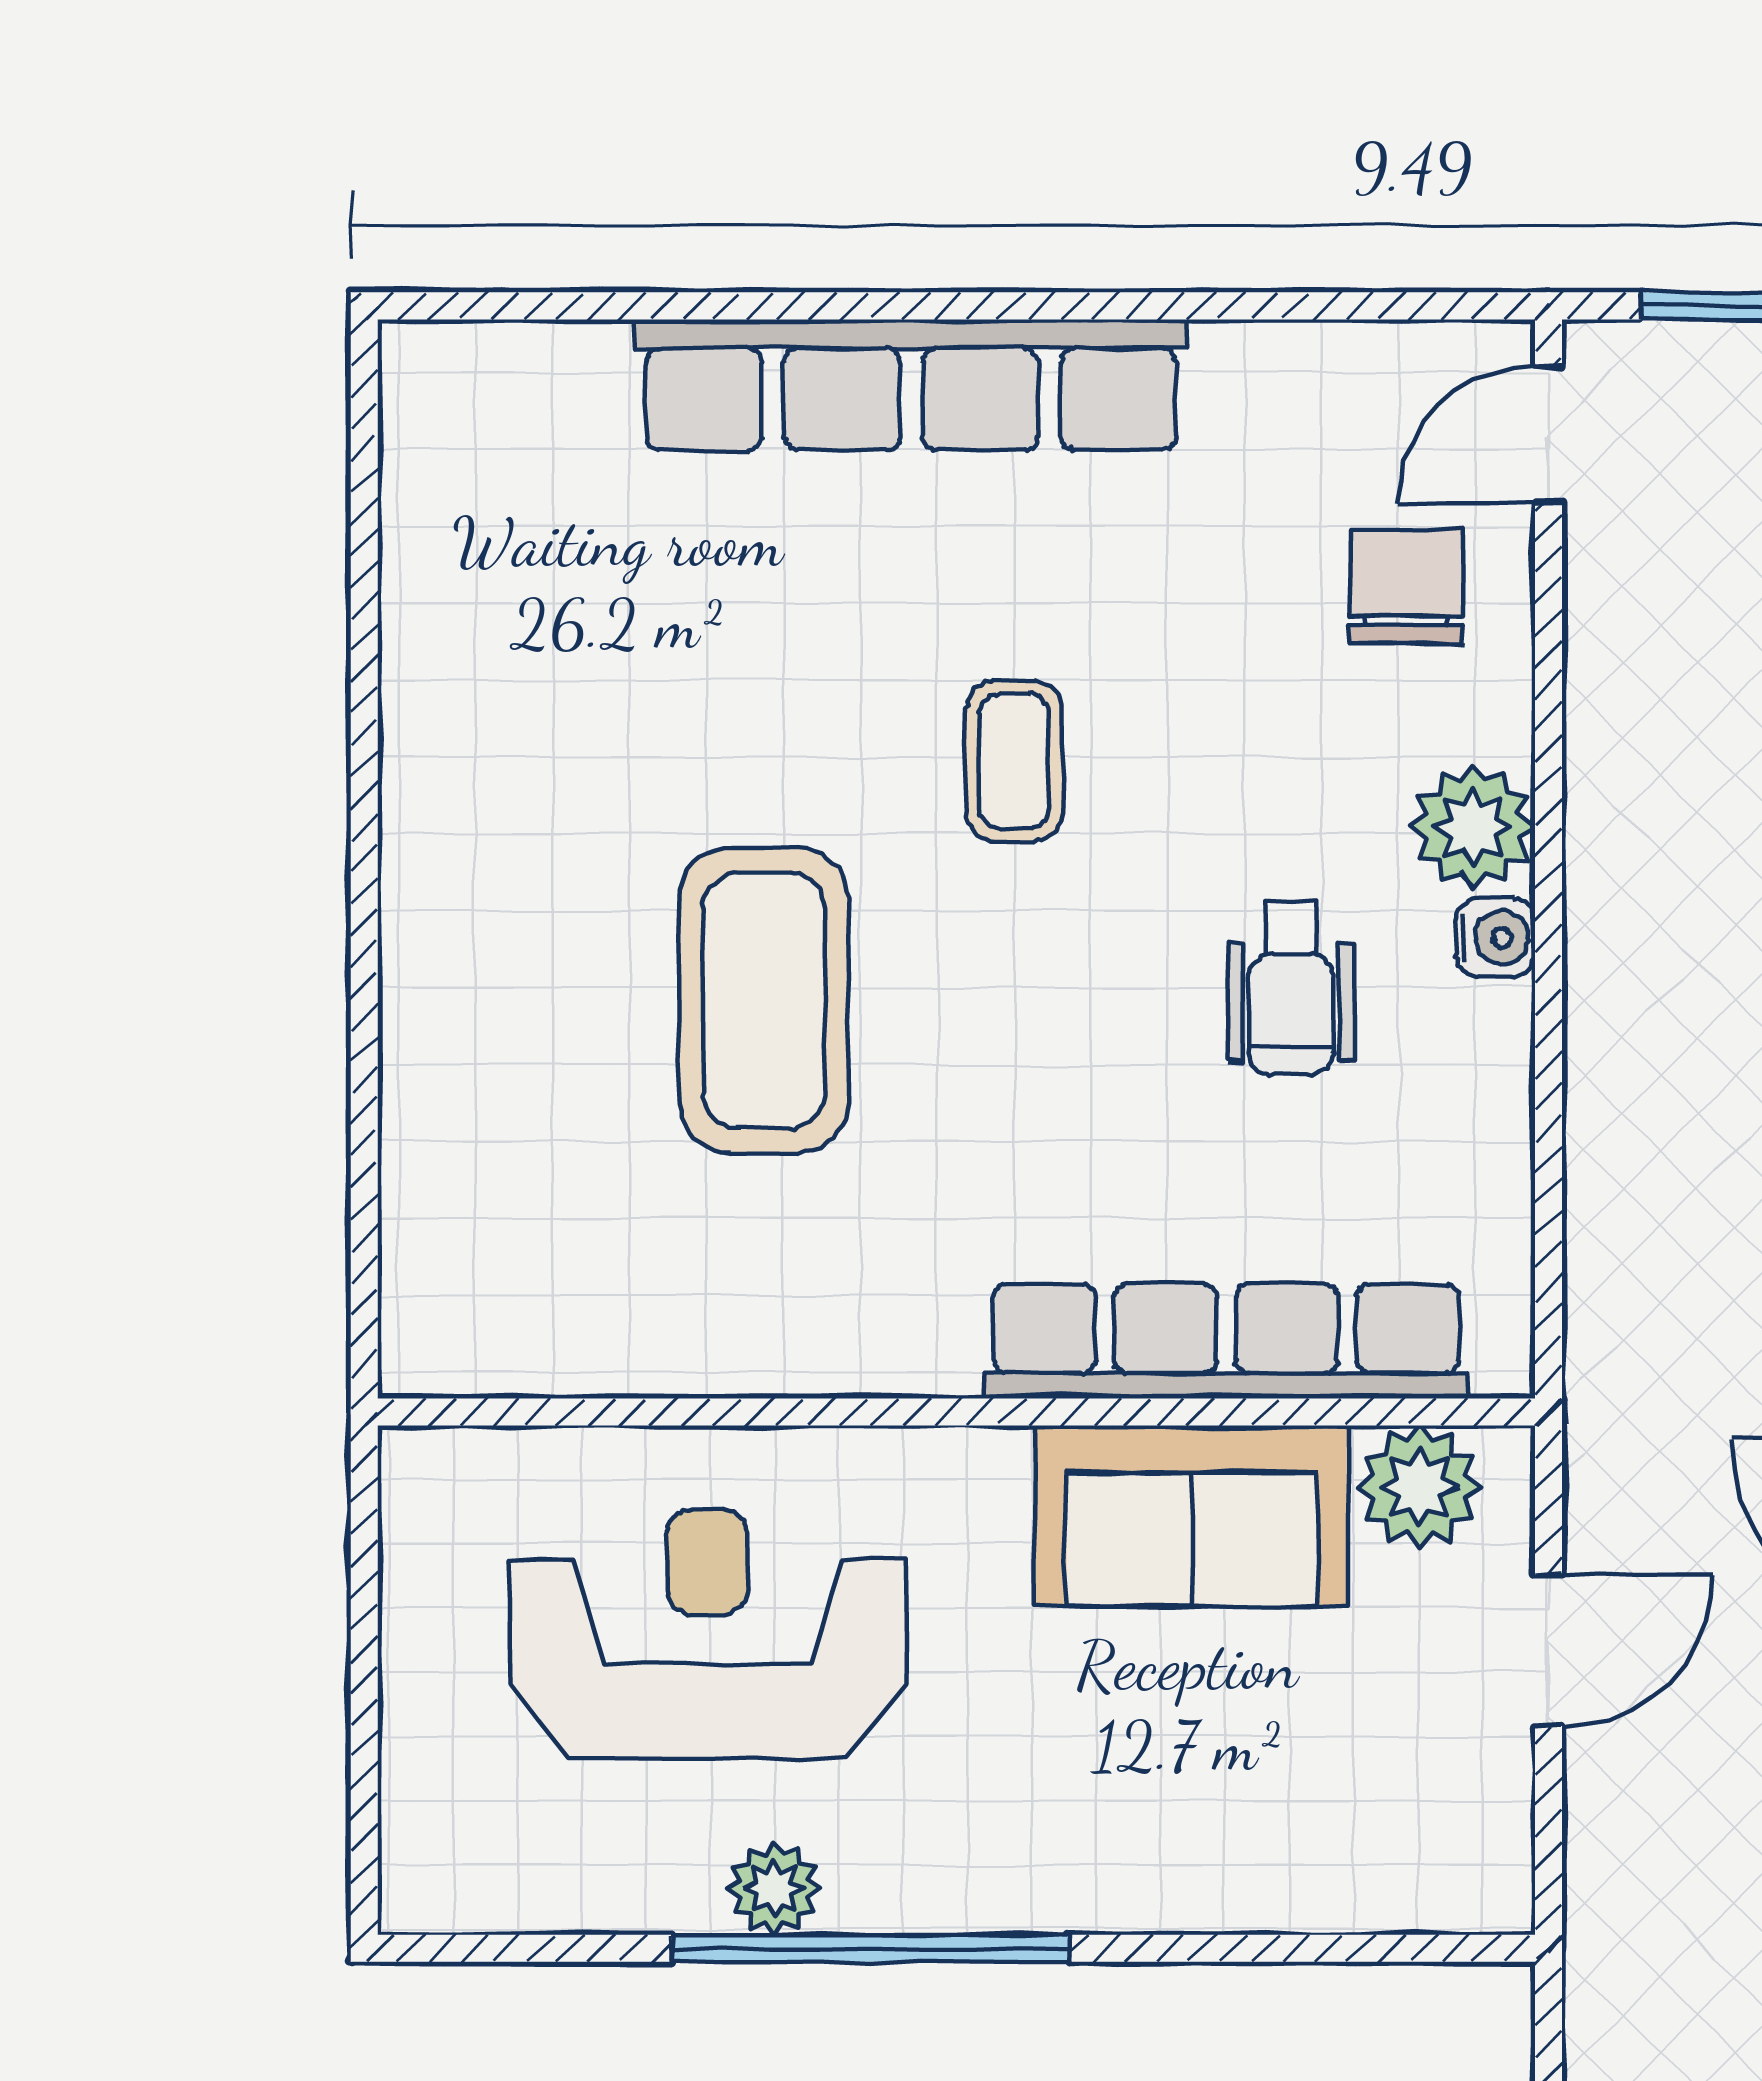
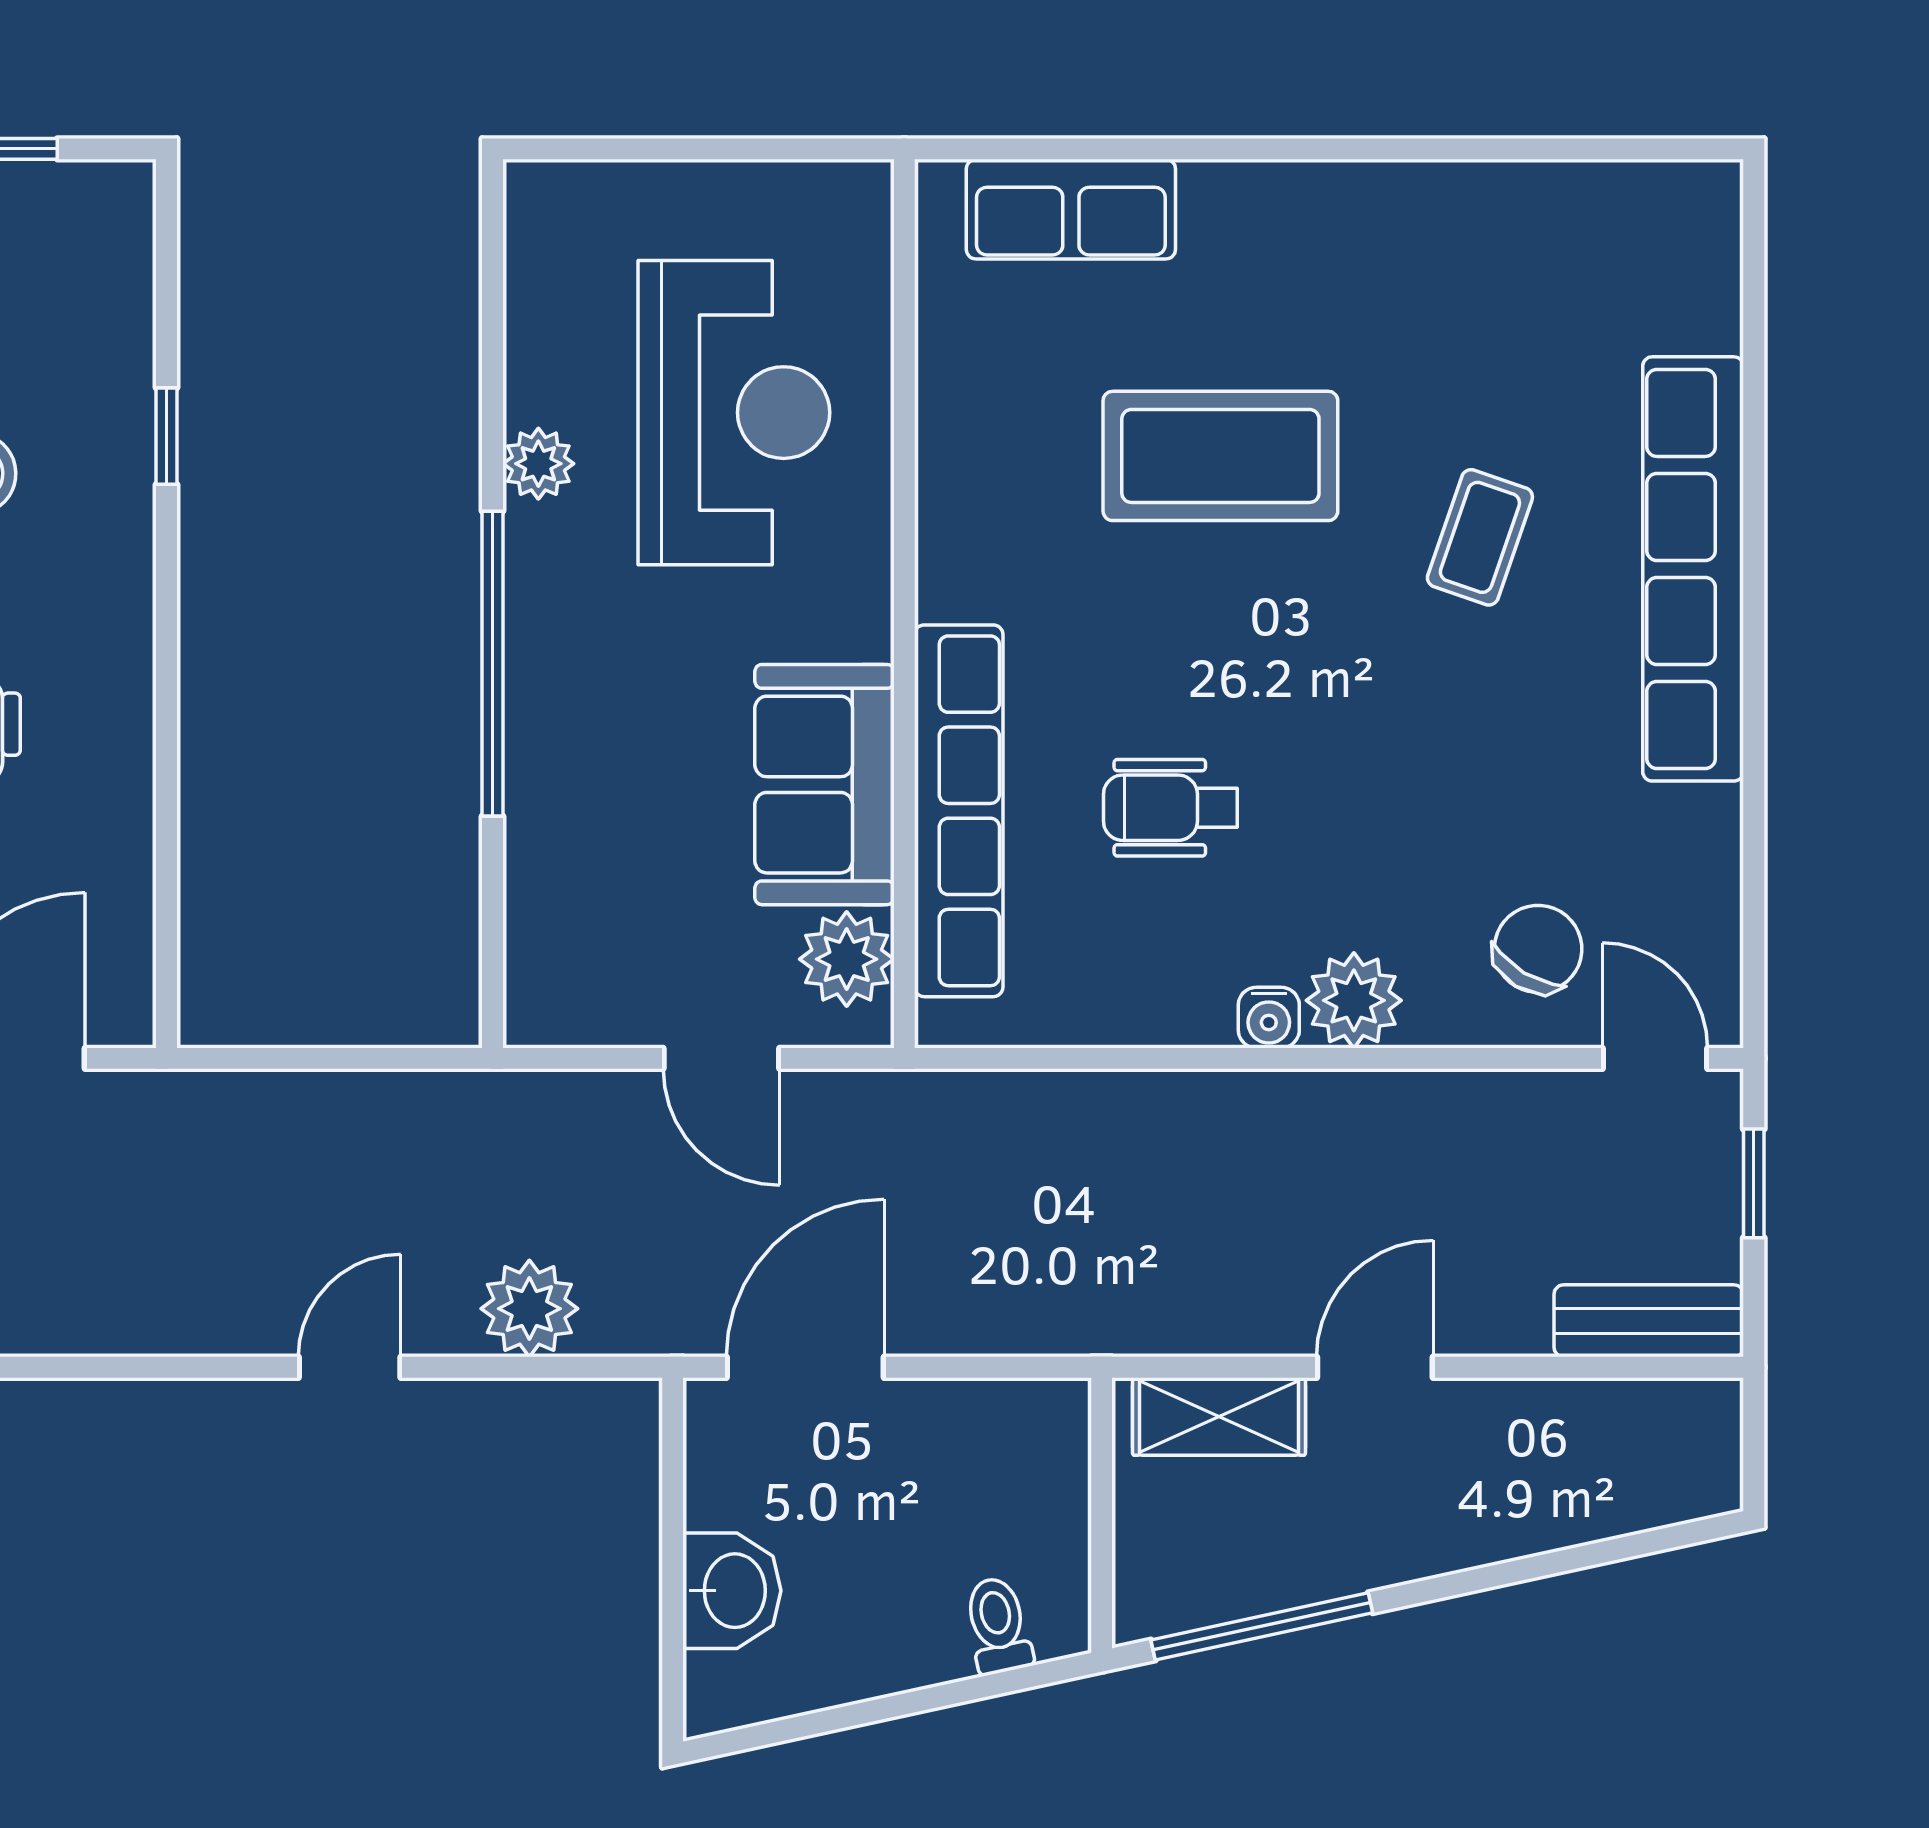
chair: (1406, 587) -> (1538, 949), turned -59
coffee table: (1014, 761) -> (1480, 537), moved, turned -71
wheelchair: (1291, 988) -> (1170, 808), moved
row of seats: (443, 1195) -> (1071, 209), added
window: (870, 1948) -> (493, 664), moved

